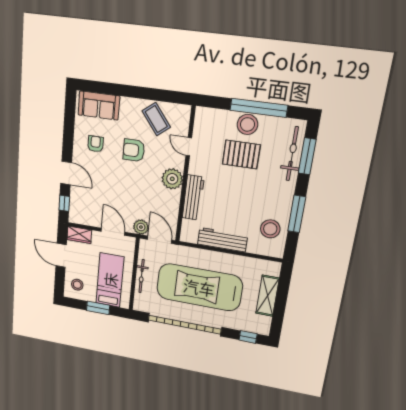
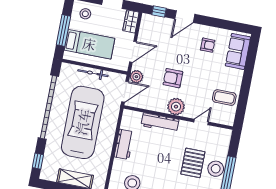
coffee table: (156, 119) -> (224, 98), turned 38
armchair: (134, 150) -> (173, 78), moved, turned -90
workbench: (222, 240) -> (124, 144), width x0.73
window: (98, 308) -> (63, 31), width x1.44

